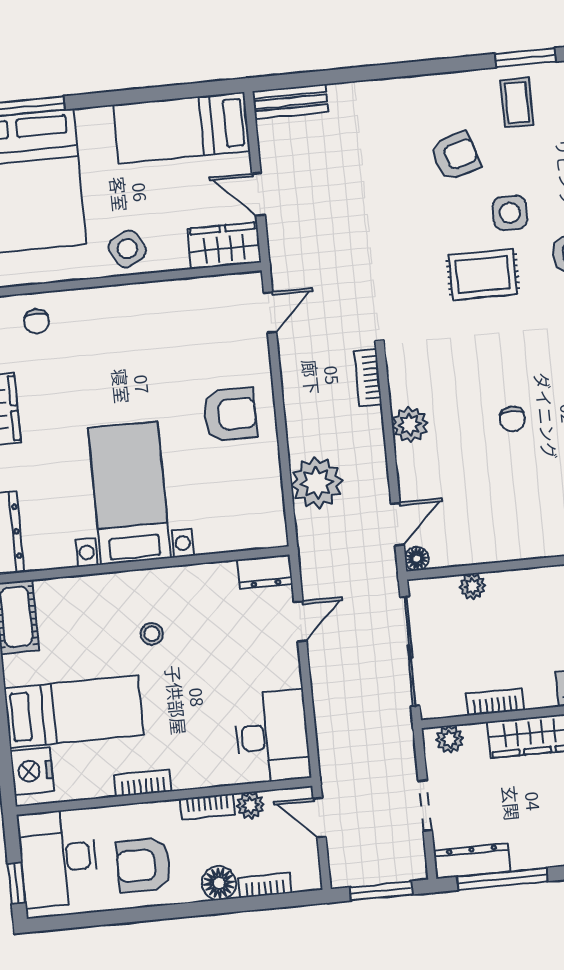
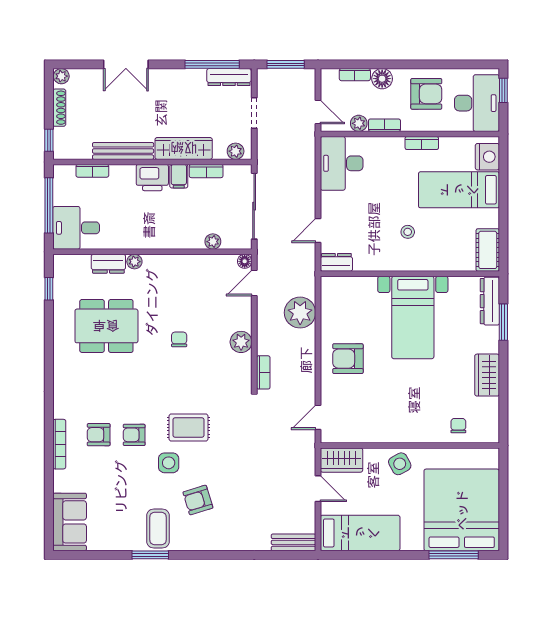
coffee table: (517, 102) -> (158, 528), width x1.36, depth x1.30
filing cabinet: (540, 689) -> (179, 176), added

